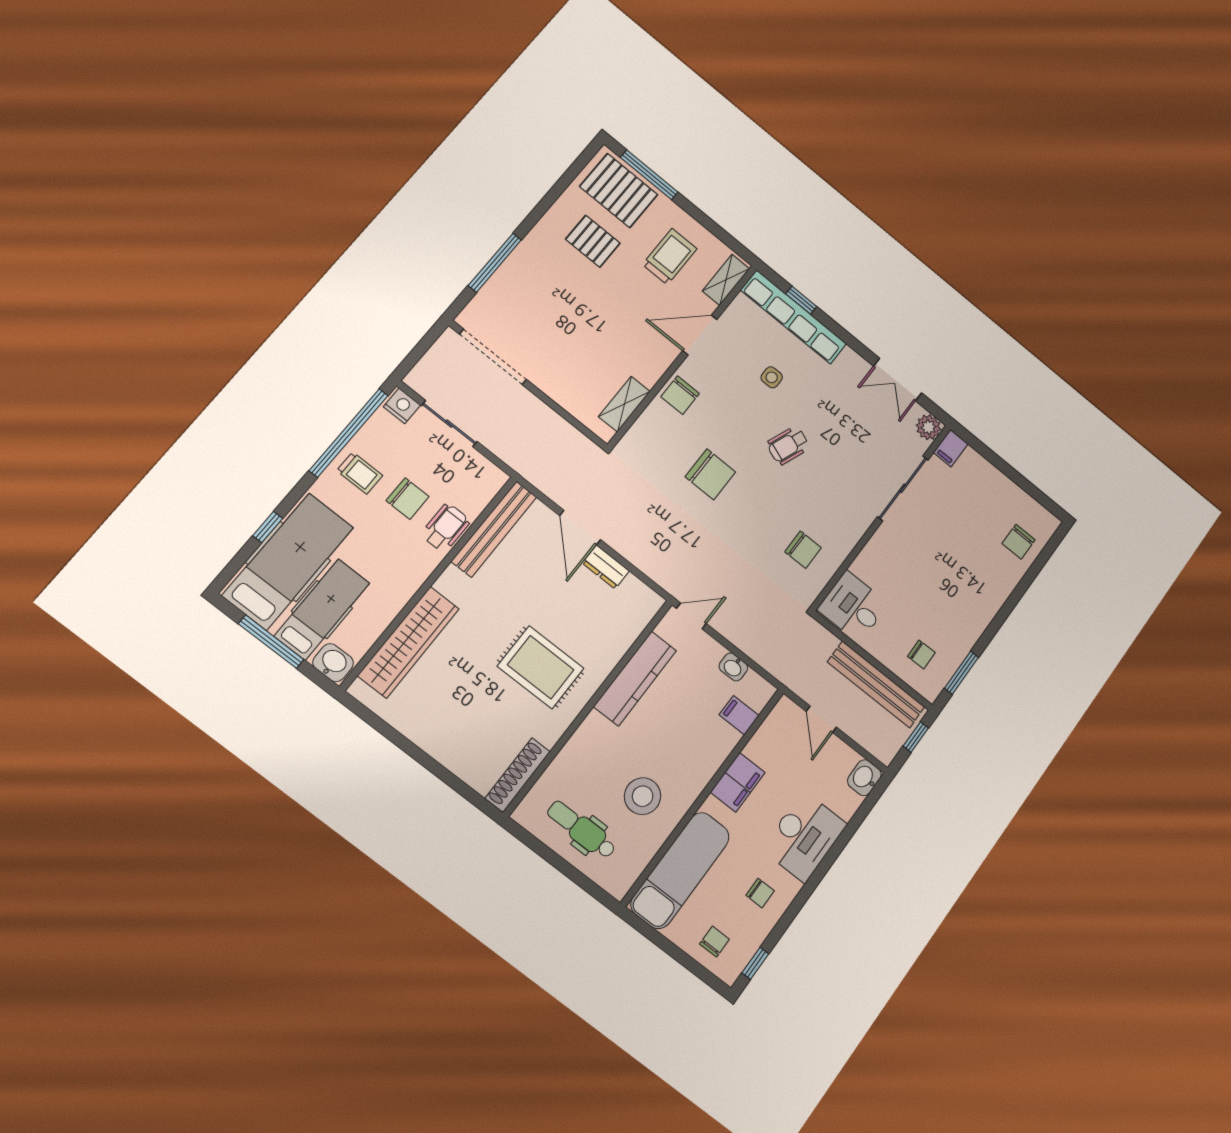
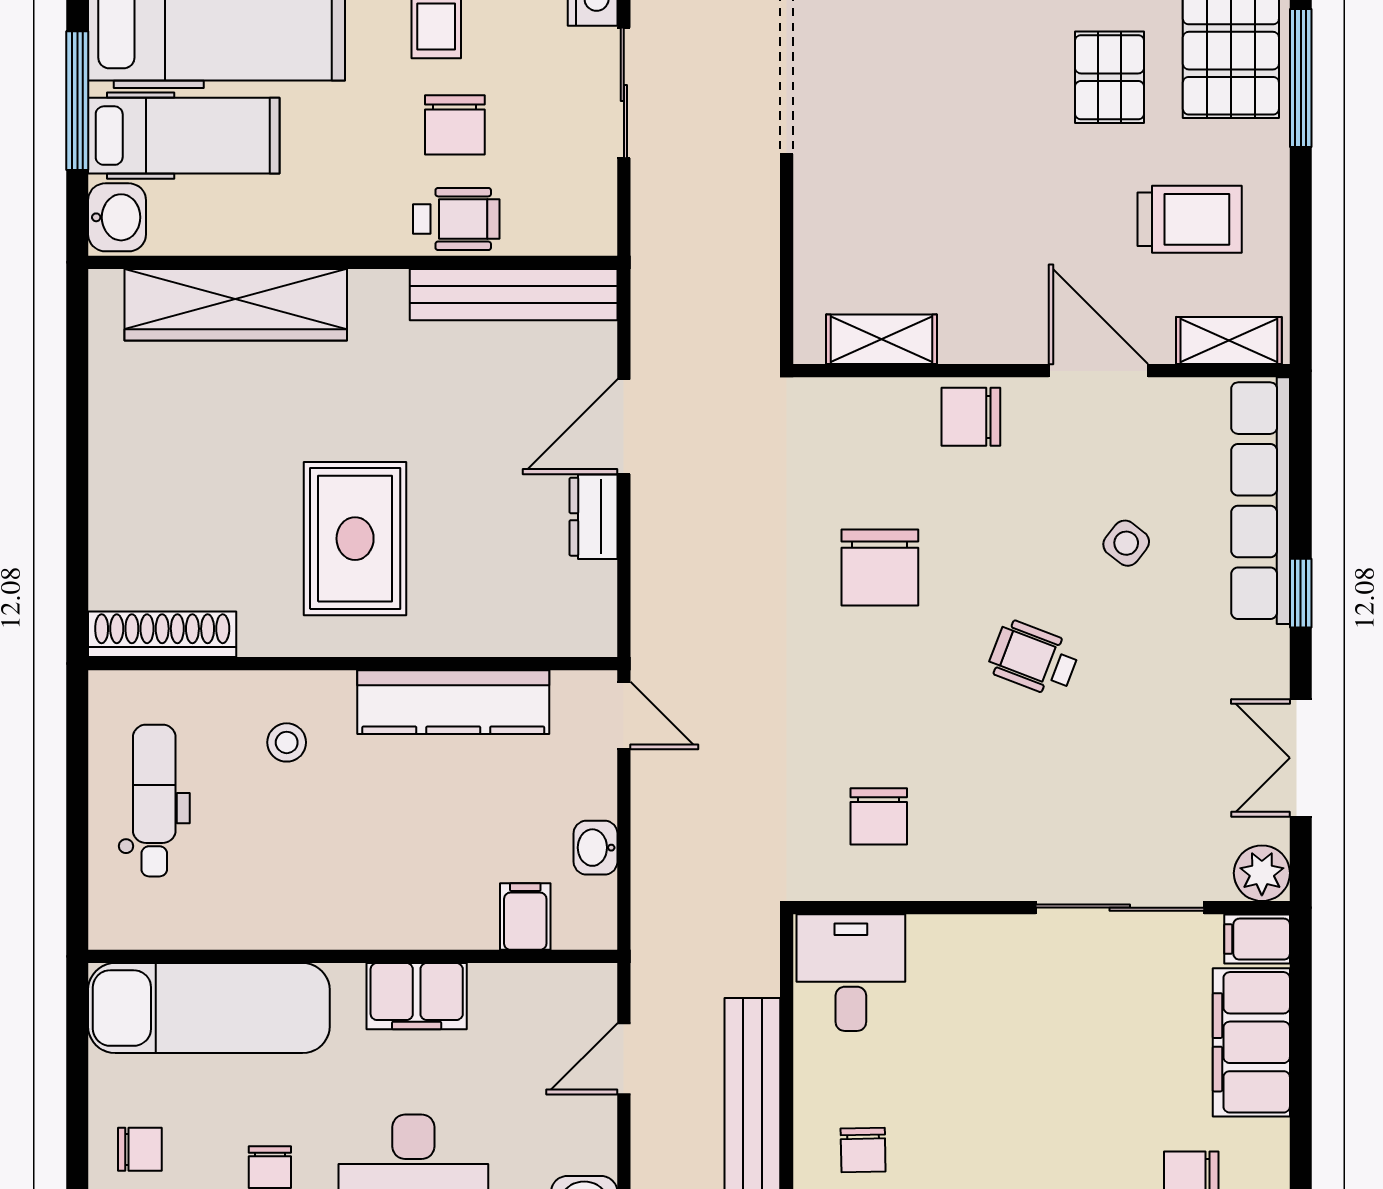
window: (801, 300) -> (1301, 593), moved
side table: (772, 377) -> (1126, 543), turned 38
filing cabinet: (986, 481) -> (1251, 1042), added
stool: (643, 796) -> (287, 742), moved, width x0.53, depth x0.53

